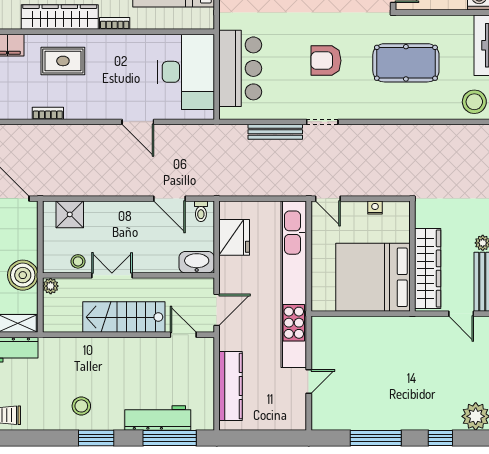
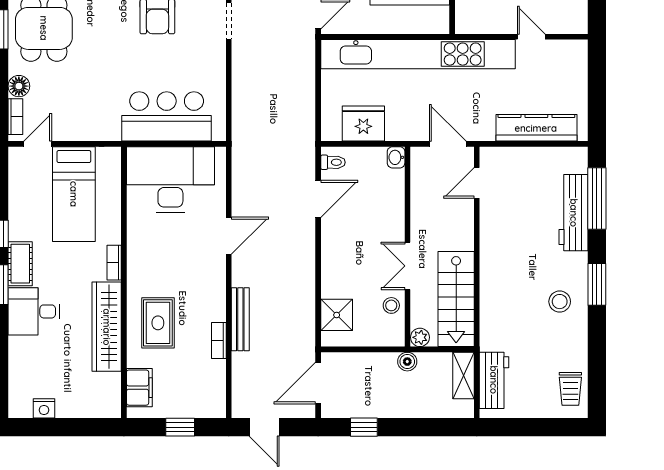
bench: (275, 132) -> (240, 319), moved
washbasin: (197, 262) -> (396, 157), width x0.52, depth x0.69
boiler: (23, 275) -> (407, 362), width x0.54, depth x0.54
stairs: (124, 317) -> (456, 299), moved

